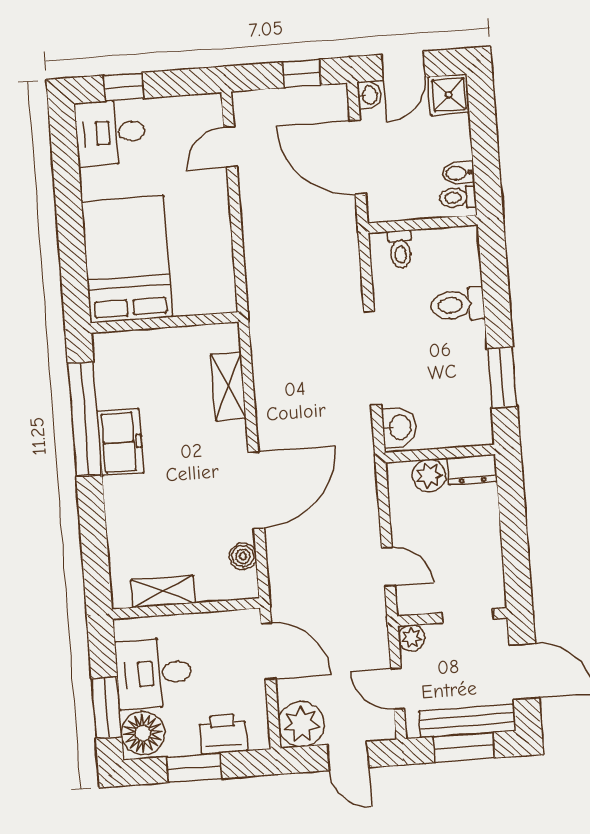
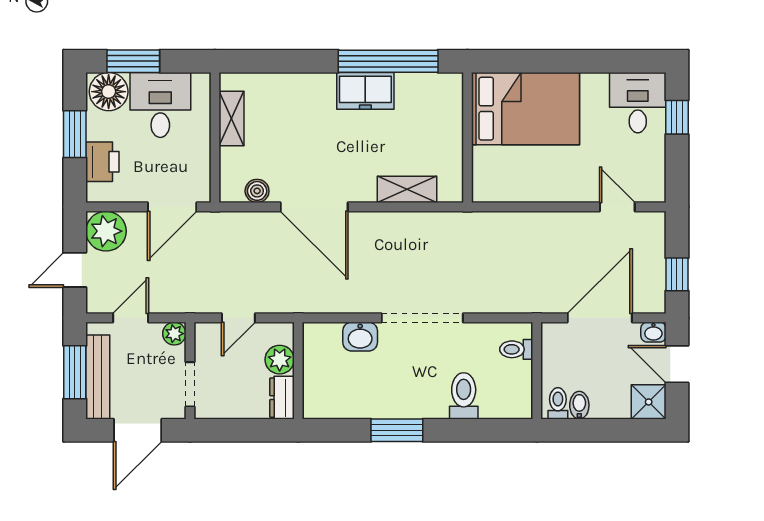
wall: (440, 454) -> (298, 371), moved
dresser: (472, 470) -> (282, 398), moved
plant: (429, 476) -> (280, 360), moved

